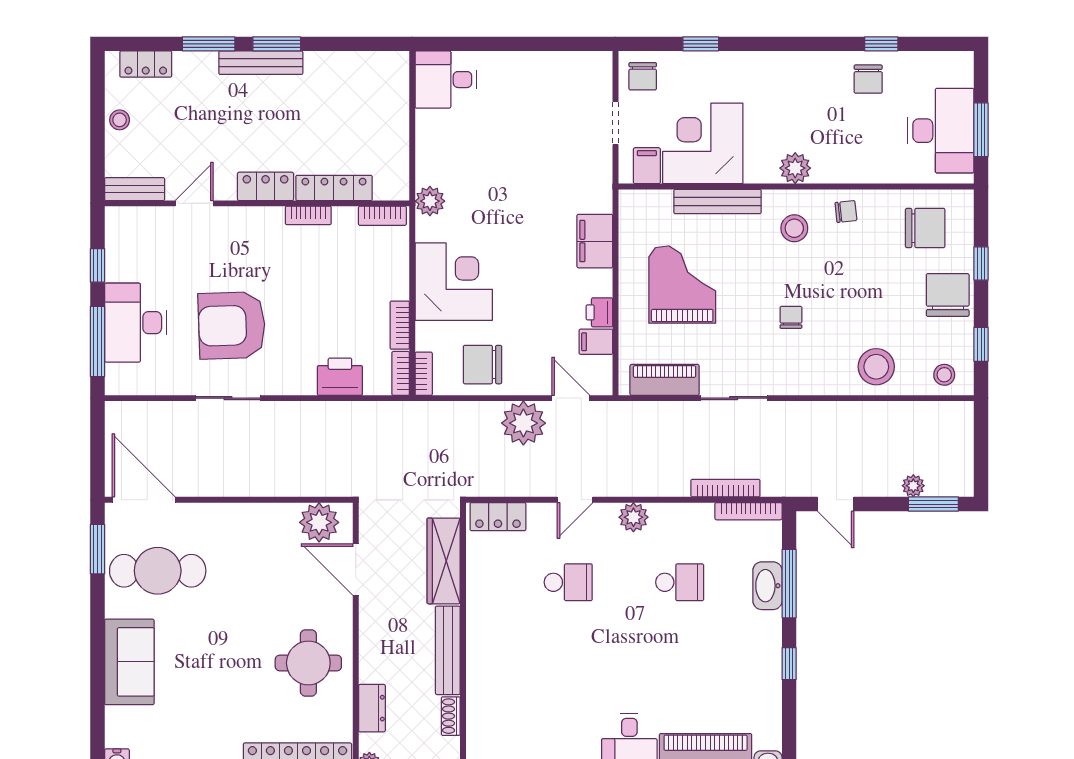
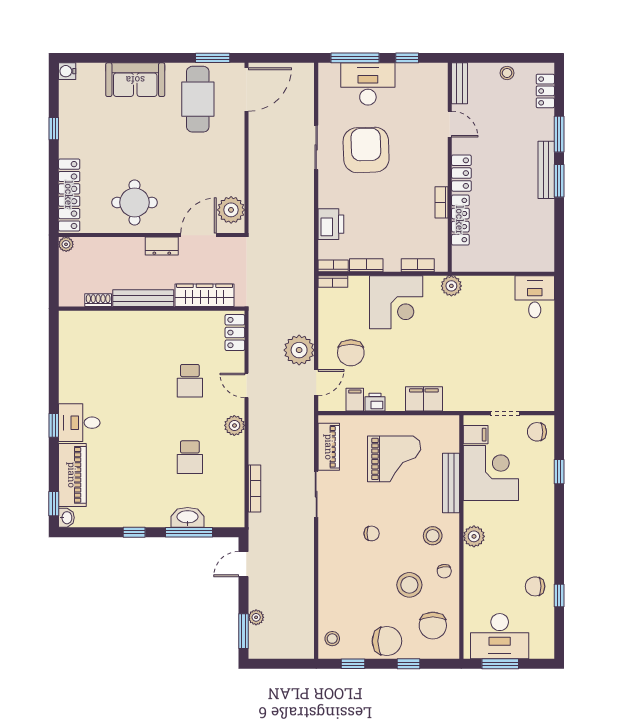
bookcase: (382, 216) -> (418, 265), moved, turned 90
chair: (483, 365) -> (351, 353), moved, turned 180
stool: (876, 367) -> (409, 585), moved
bookcase: (748, 511) -> (239, 504), removed
dresser: (372, 708) -> (162, 246), moved

